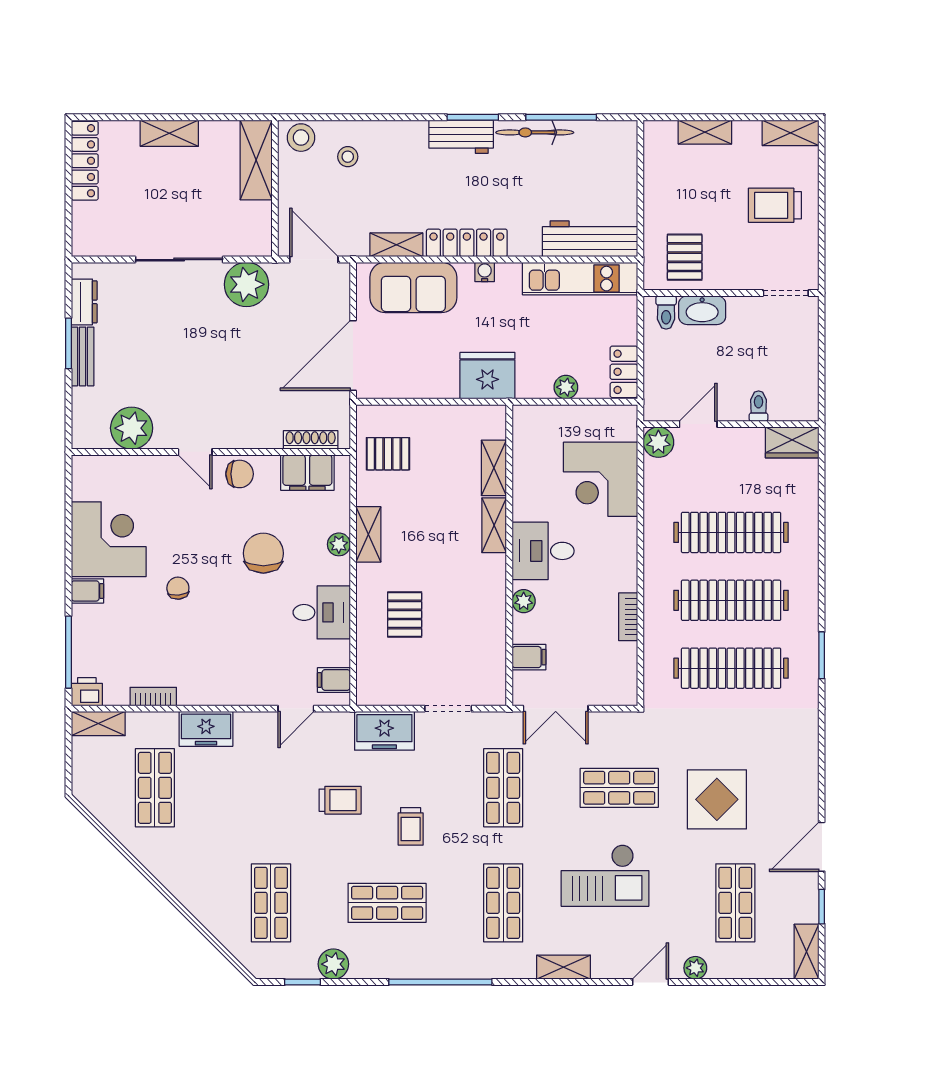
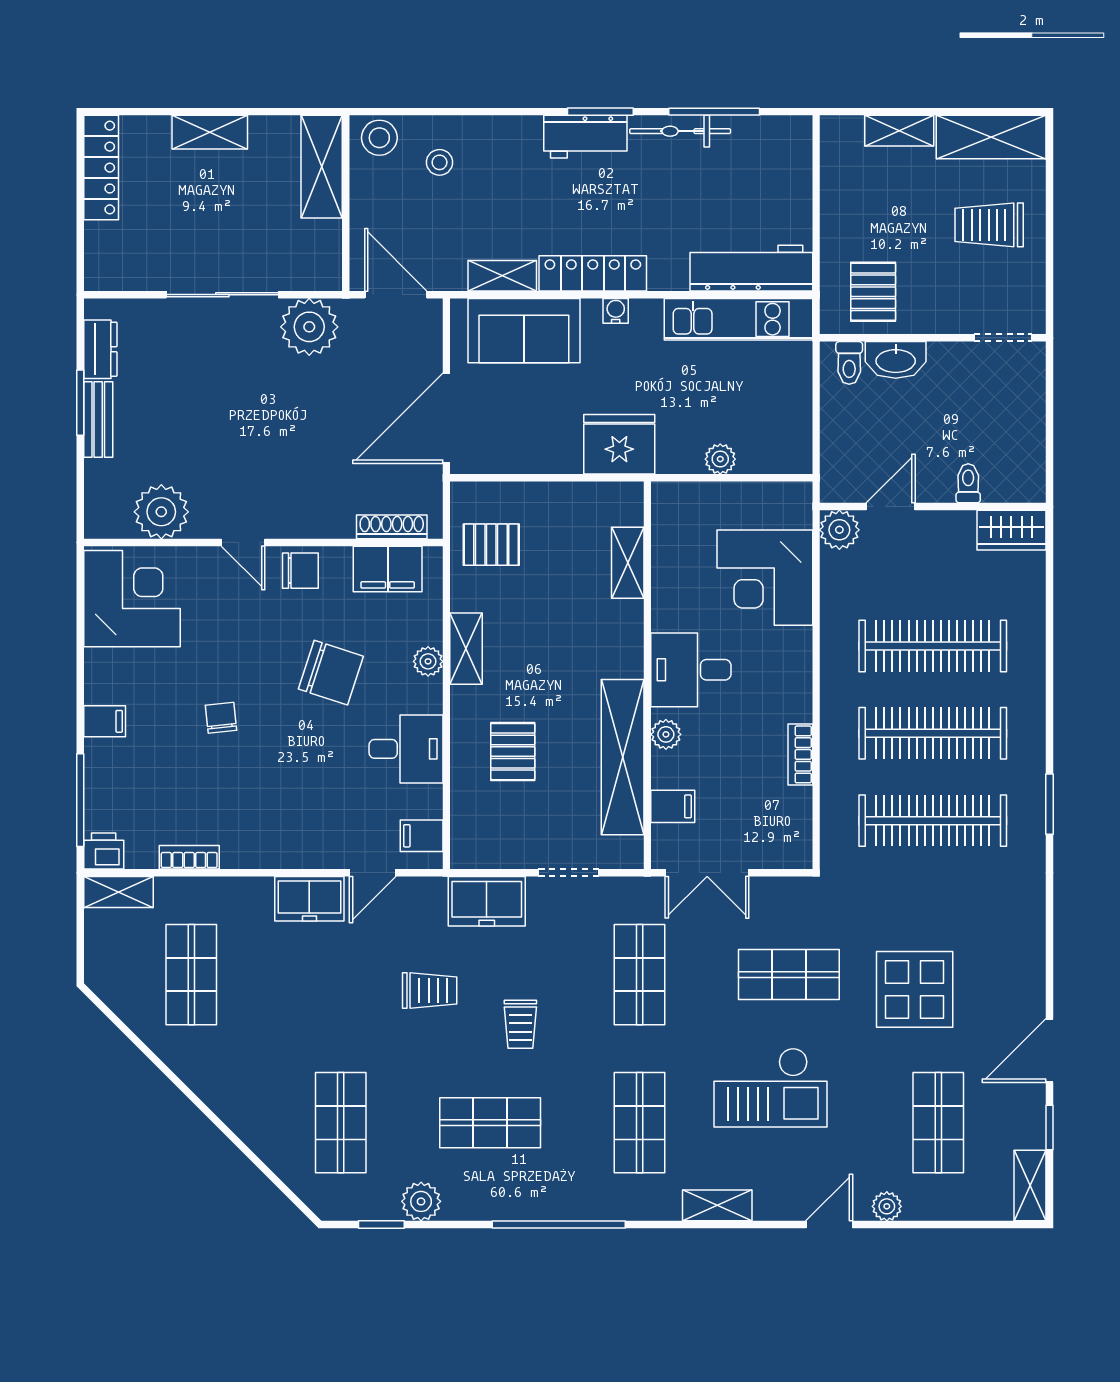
shelving: (791, 133) -> (991, 137), width x1.50, depth x1.33
locker: (624, 372) -> (795, 439), removed
shelving: (494, 525) -> (623, 757), moved, width x2.20, depth x1.33
corner desk: (109, 539) -> (132, 599), moved
chair: (263, 553) -> (331, 673), turned 108
freezer: (206, 729) -> (309, 899), moved

